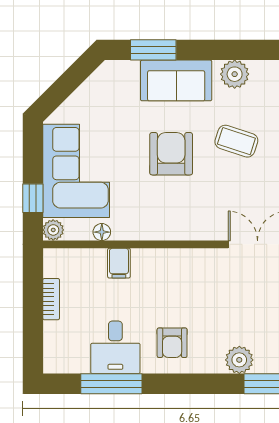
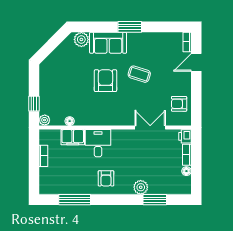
window: (153, 50) -> (130, 27), moved
plant: (235, 74) -> (81, 39), moved
corner sofa: (76, 171) -> (56, 89), removed
filing cabinet: (119, 263) -> (73, 137), width x2.00
desk: (115, 347) -> (98, 143), moved, turned 180

